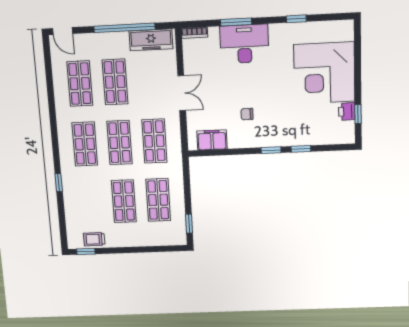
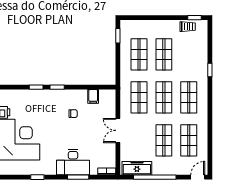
door: (63, 31) -> (198, 177), hinge flipped
filing cabinet: (212, 140) -> (93, 96), width x0.50

